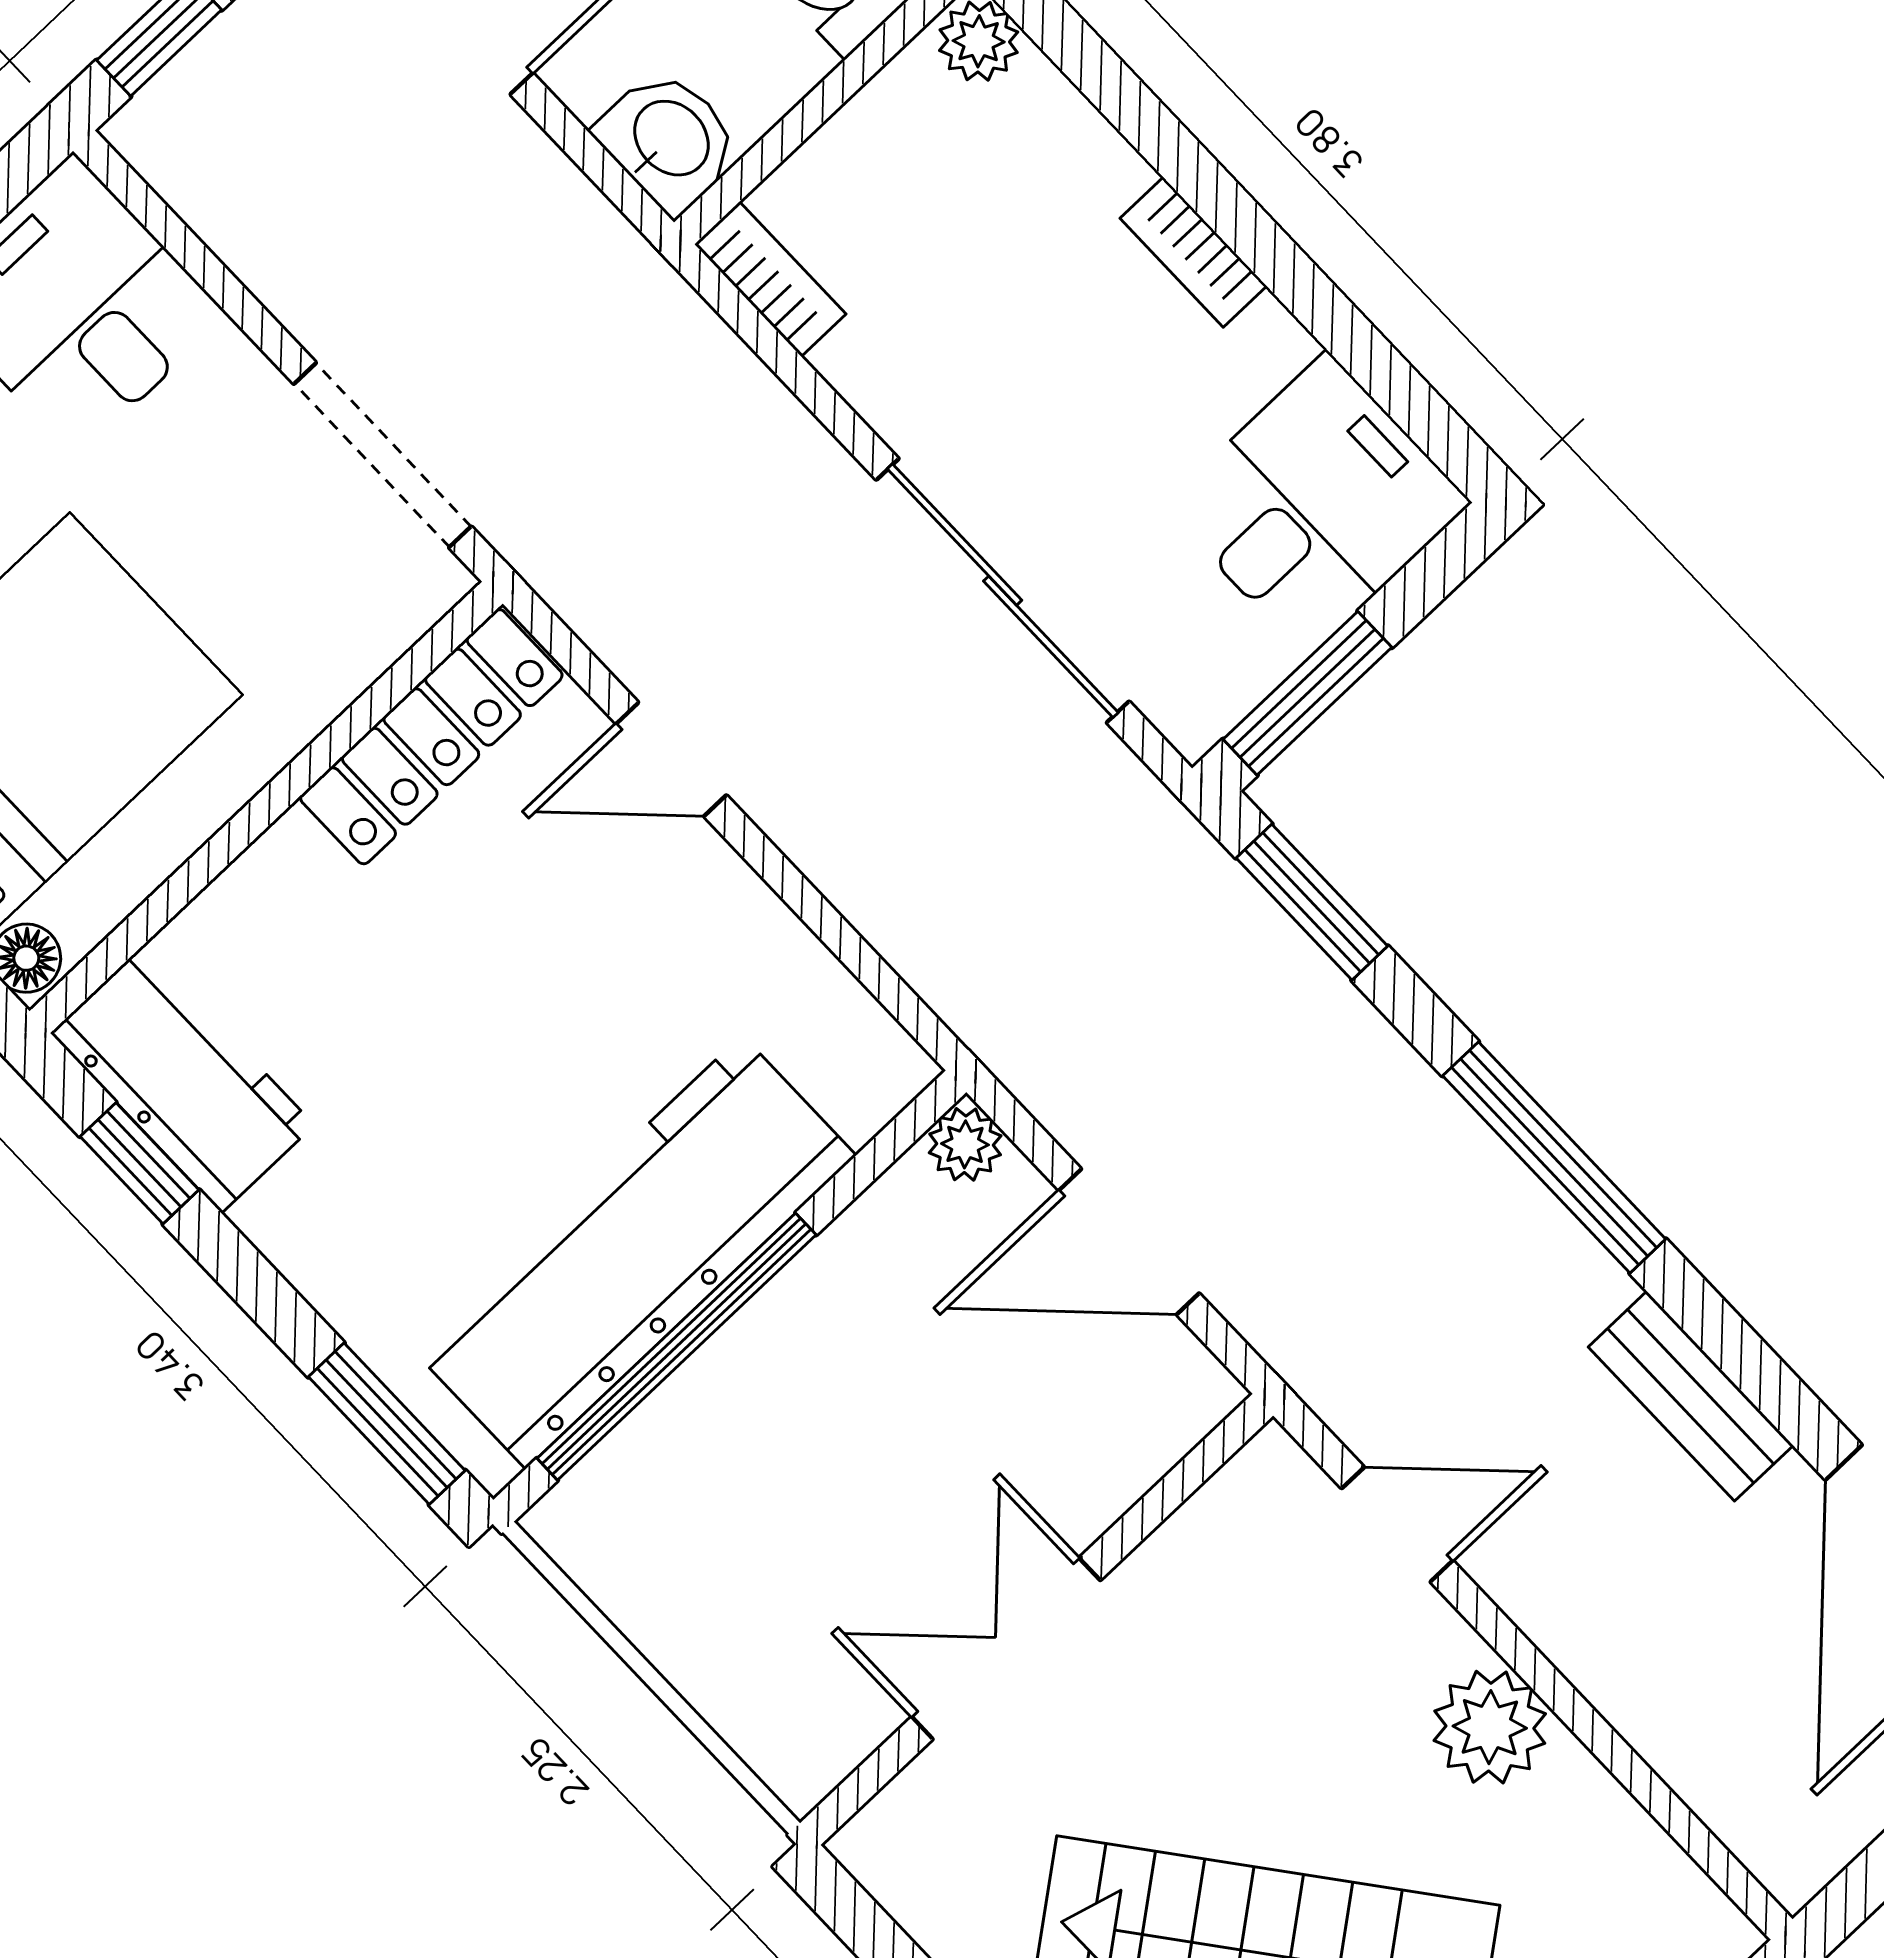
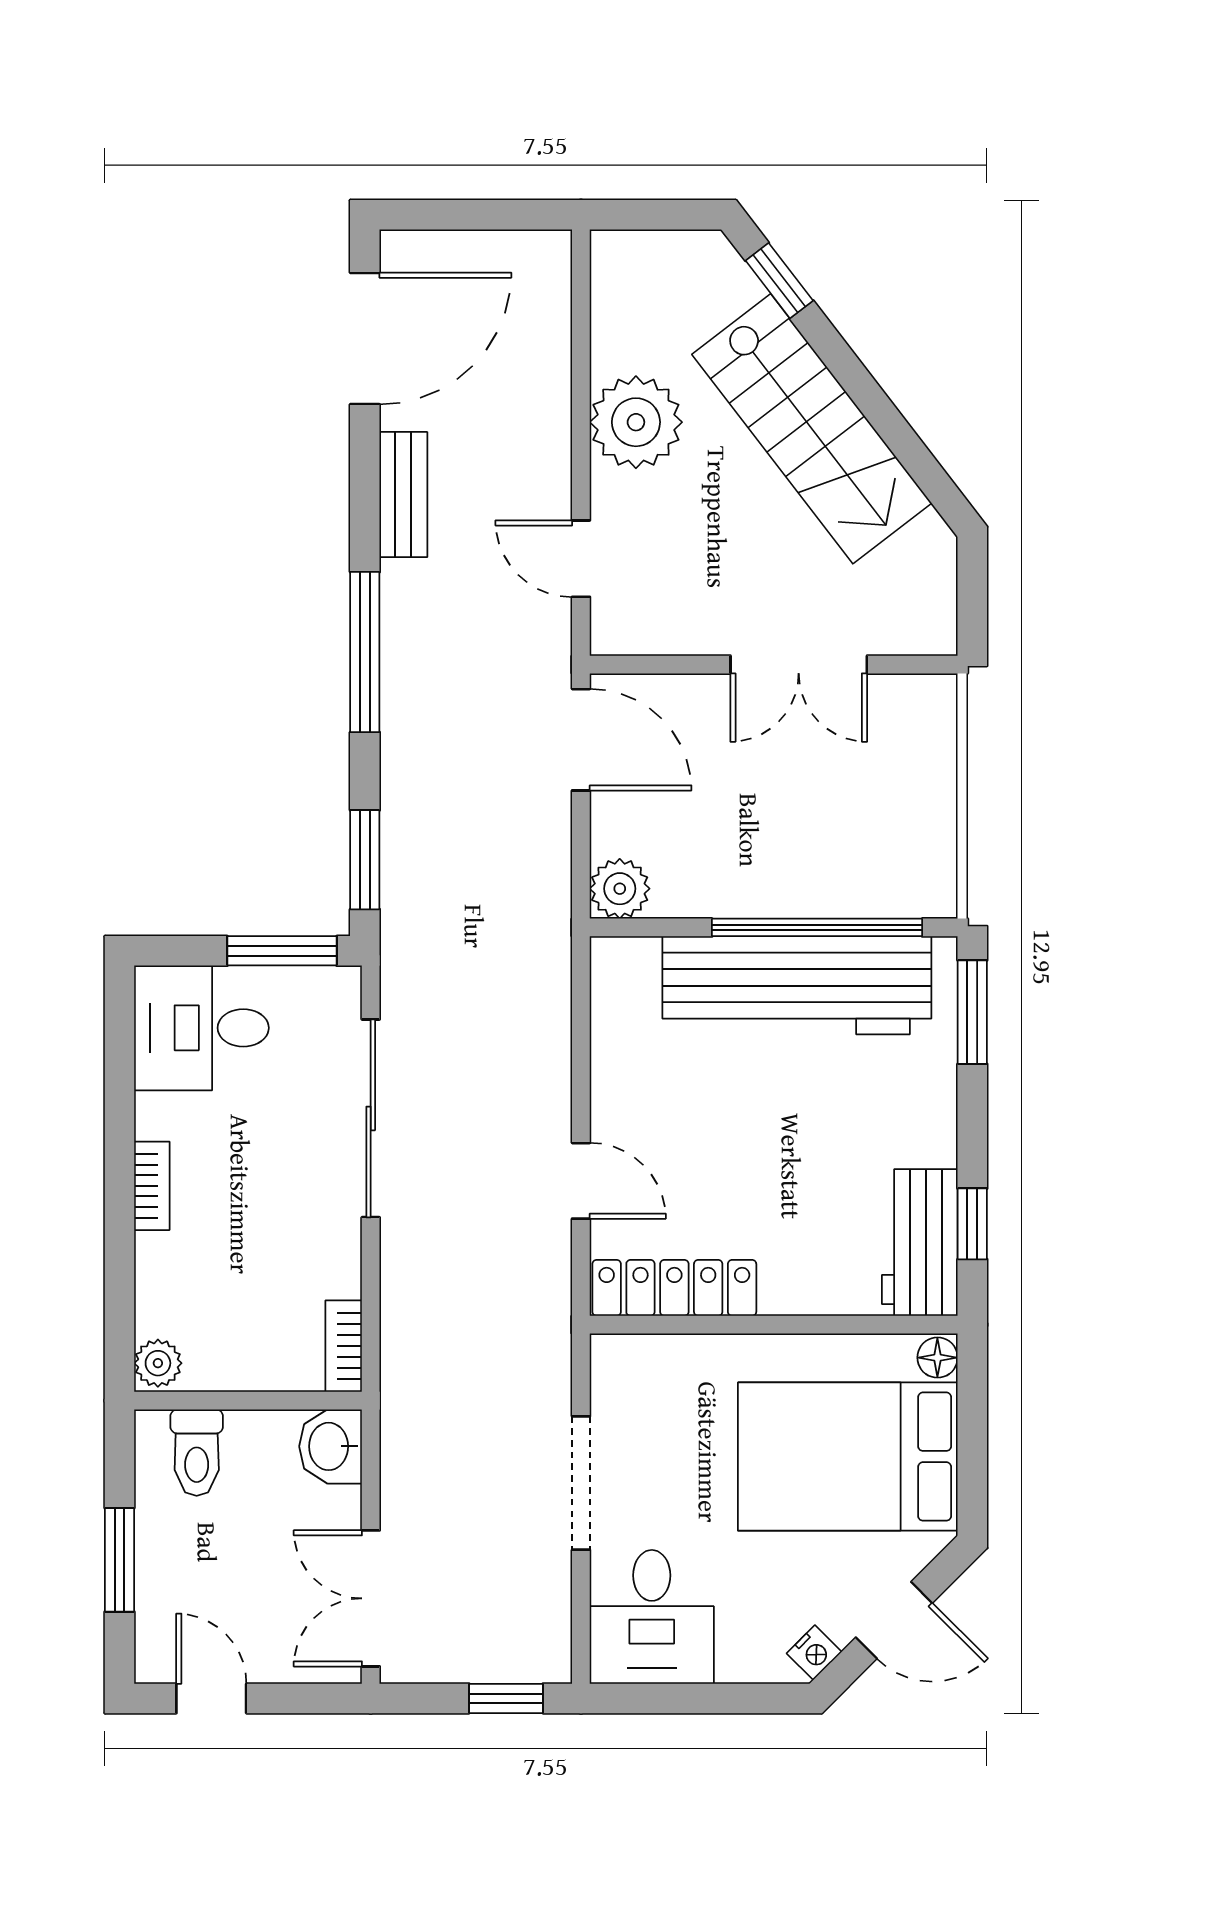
doorway: (383, 455) -> (581, 1483), moved
plant: (965, 1144) -> (620, 889), width x1.38, depth x1.38
door: (1129, 1242) -> (581, 740), moved
plant: (1490, 1727) -> (636, 422), width x1.36, depth x1.36

